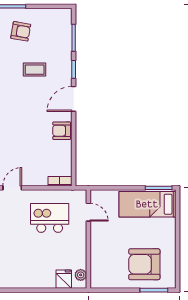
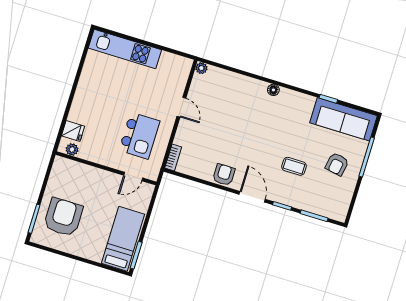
coffee table: (35, 70) -> (294, 166), turned 90

